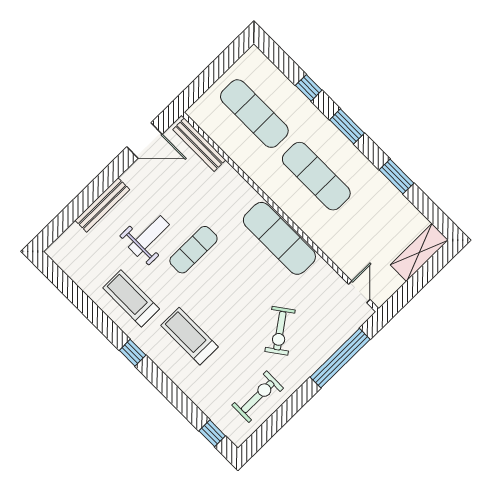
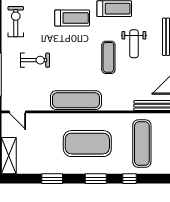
exercise mat: (254, 114) -> (142, 144), turned 90
exercise mat: (316, 176) -> (87, 144), width x1.47
exercise bike: (280, 331) -> (35, 60), turned 126
exercise bike: (258, 397) -> (16, 22), turned 180

